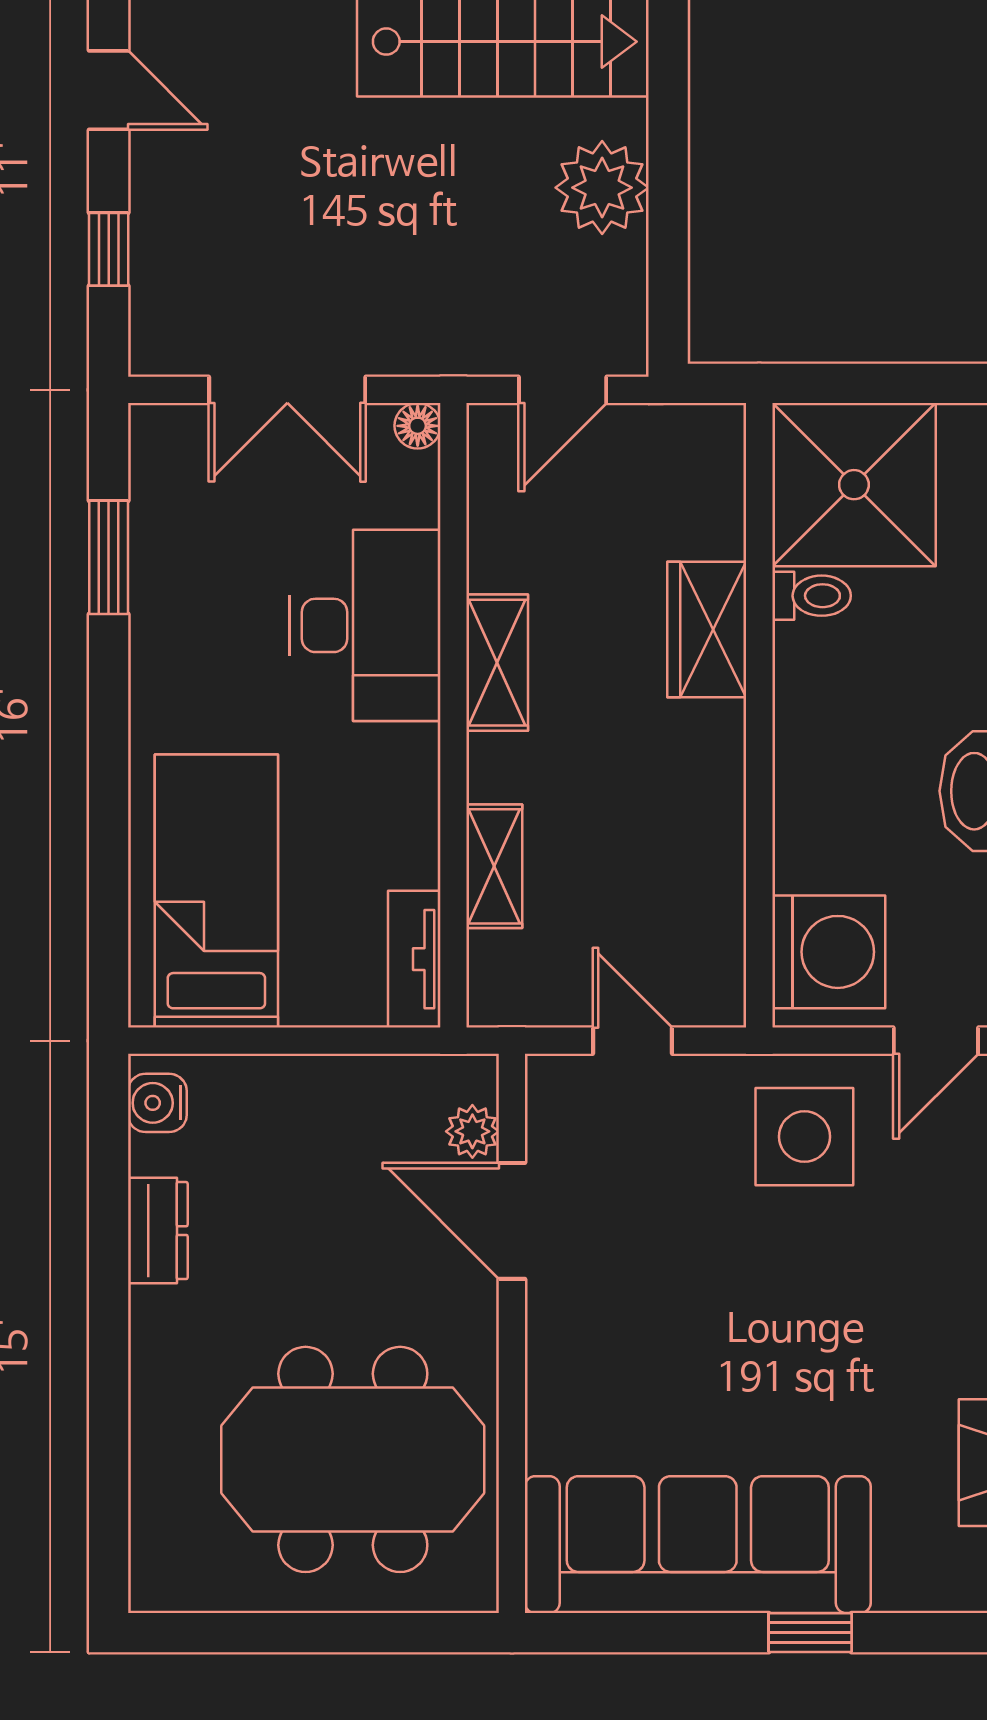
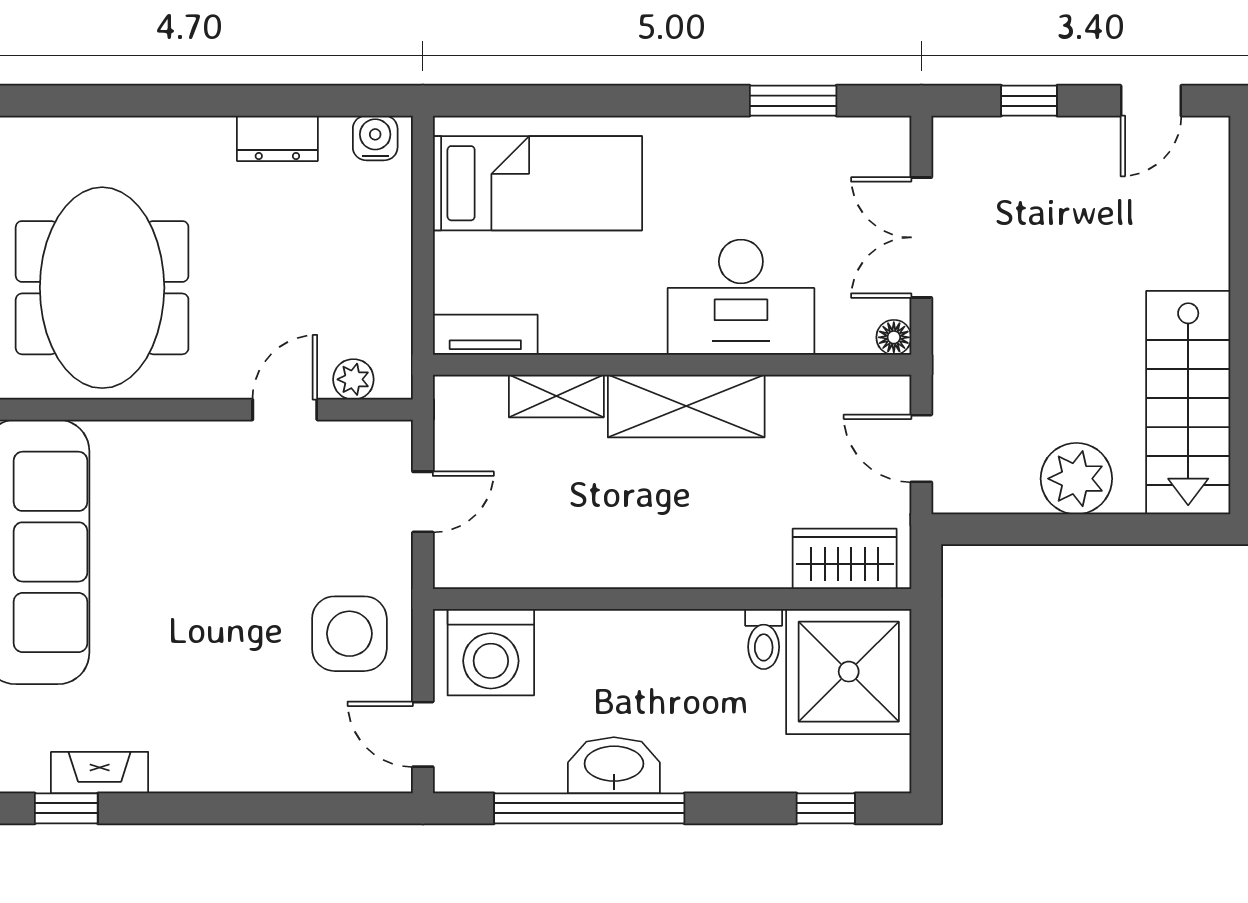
wardrobe: (707, 629) -> (845, 559), moved
shelving: (497, 663) -> (686, 406), width x1.50, depth x1.33
door: (512, 1221) -> (285, 410), width x0.73

